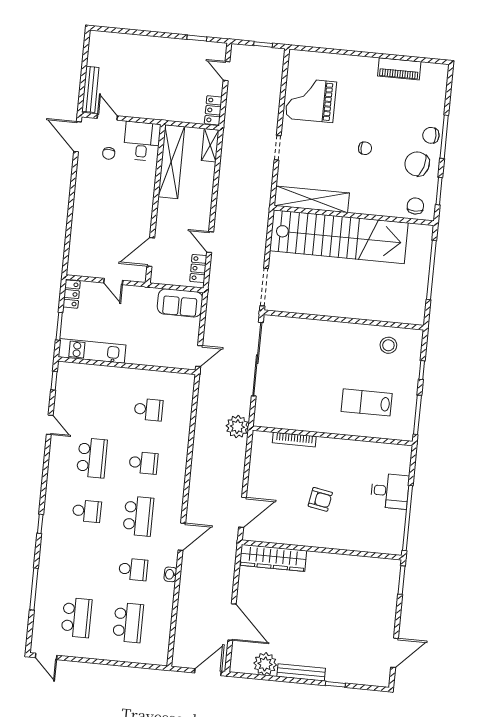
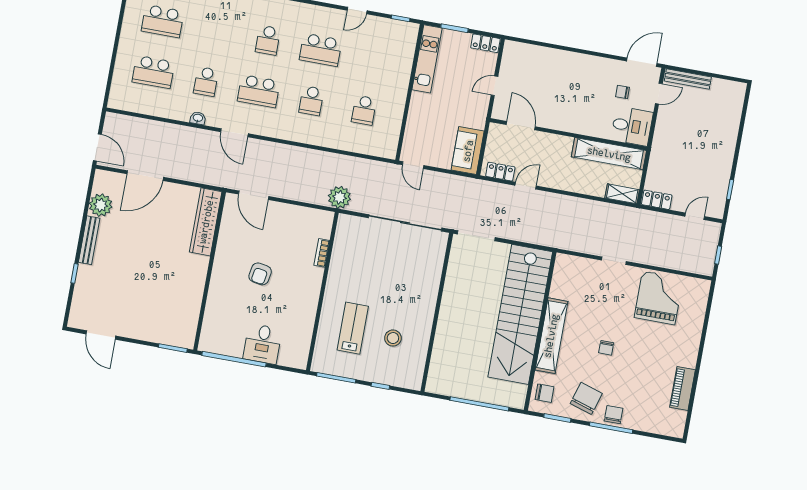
shelving: (312, 199) -> (551, 336), moved
stool: (388, 345) -> (393, 338), moved
bookcase: (294, 440) -> (322, 253), width x0.64

